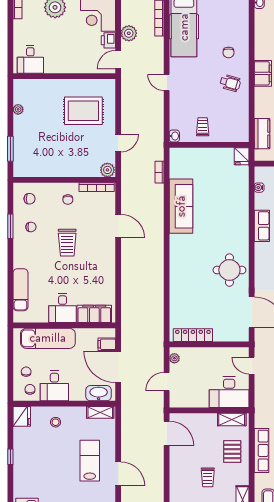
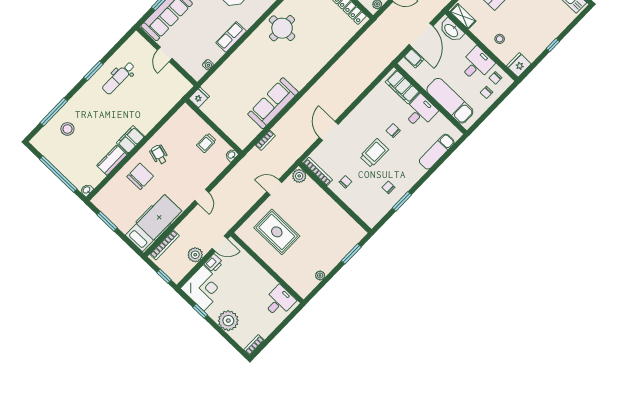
chair: (229, 52) -> (140, 176), width x1.87, depth x1.87
kitchen counter: (262, 134) -> (112, 160), moved
chair: (30, 199) -> (393, 131), moved

